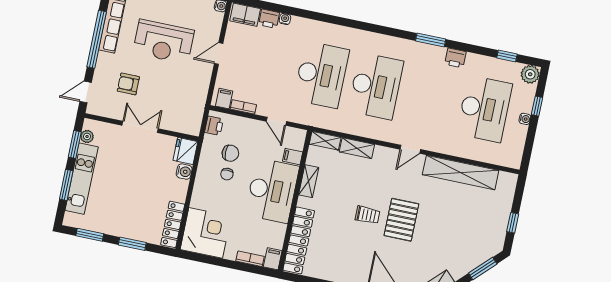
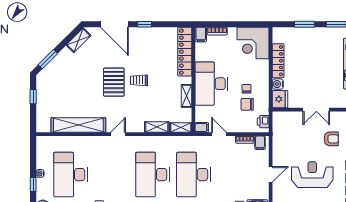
filing cabinet: (293, 157) -> (202, 127), moved
locker: (173, 224) -> (278, 61), moved

